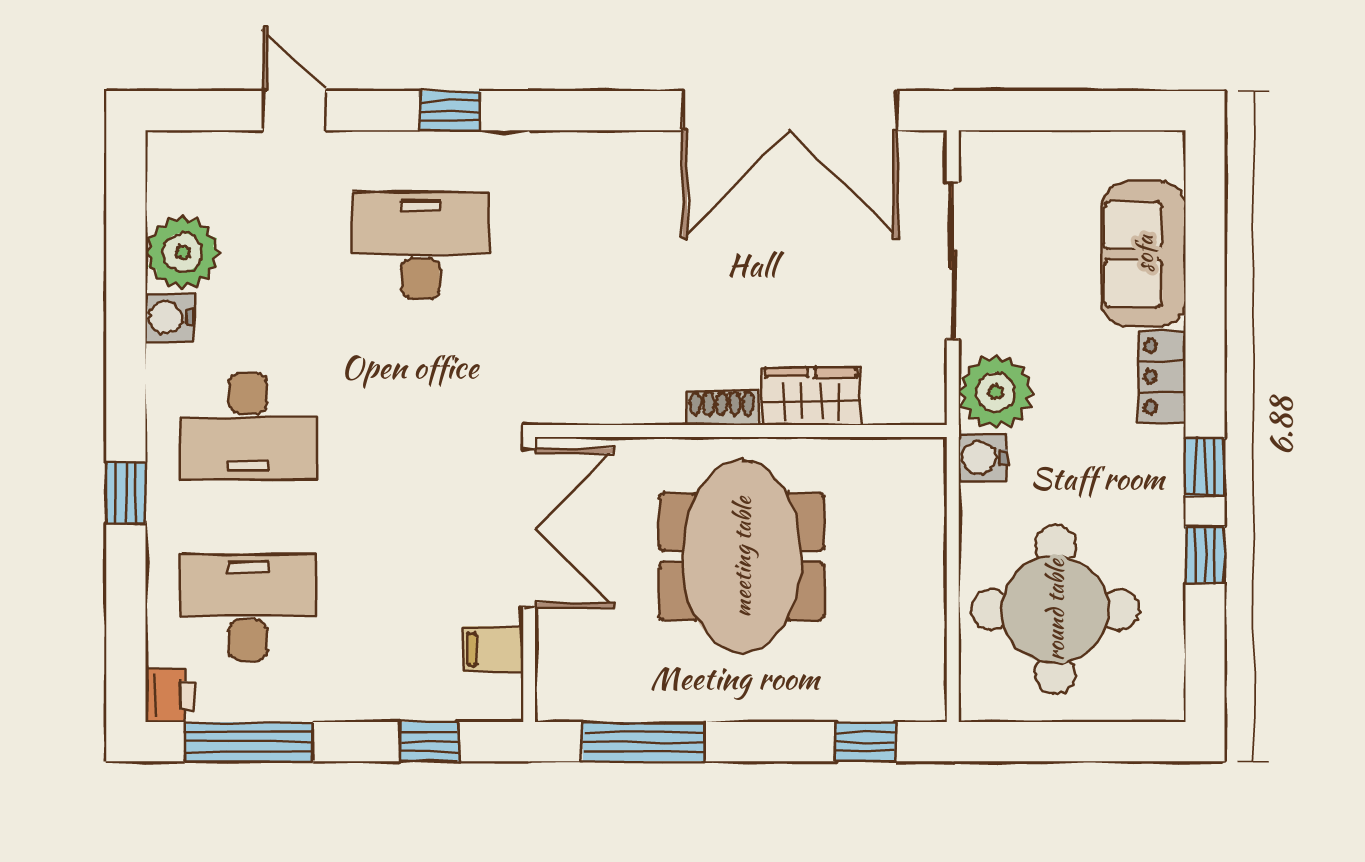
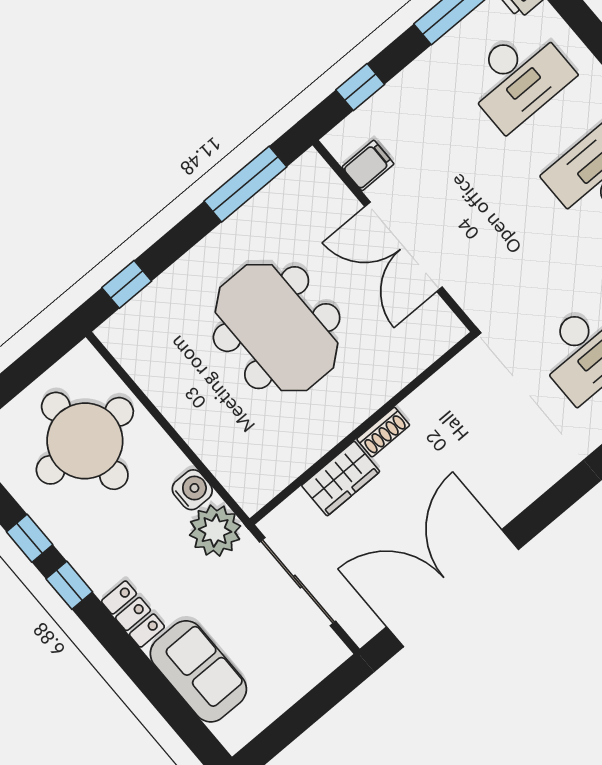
wardrobe: (811, 396) -> (341, 479), moved
shoe rack: (722, 408) -> (383, 432), moved
wall: (741, 431) -> (363, 428), moved

